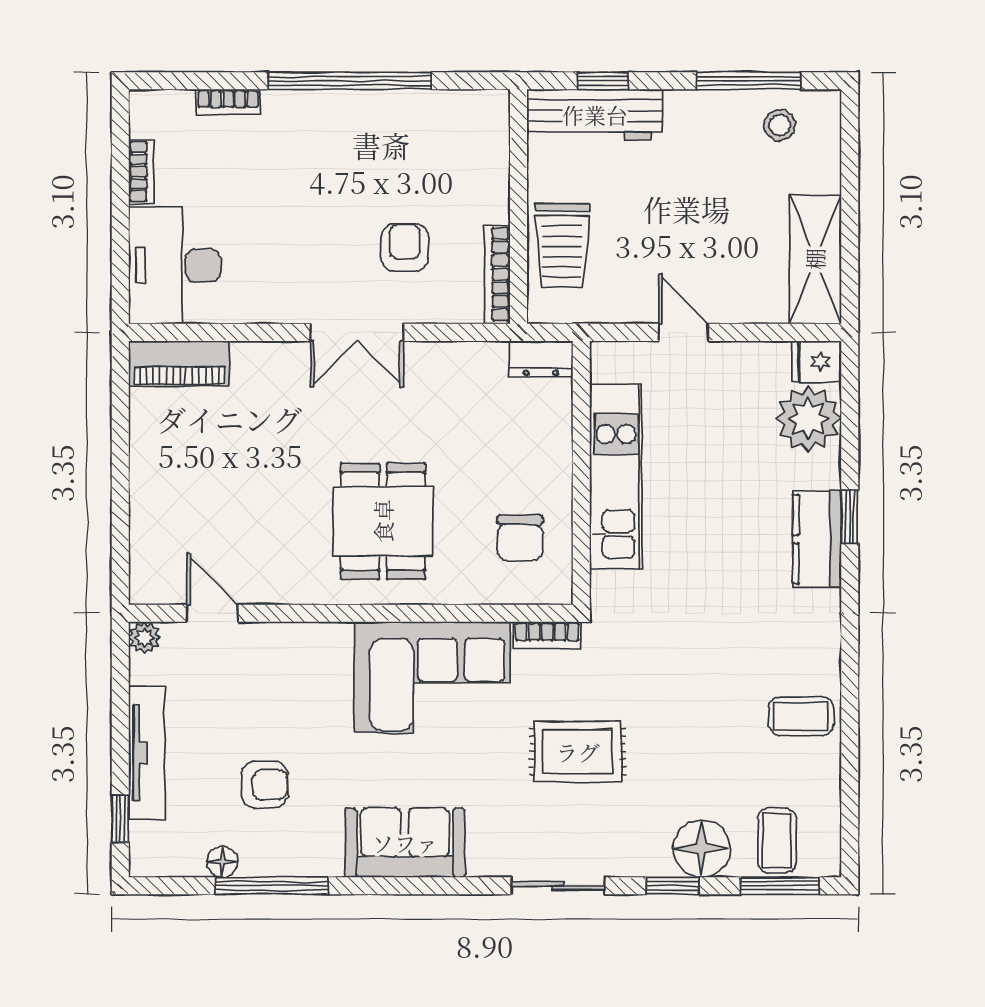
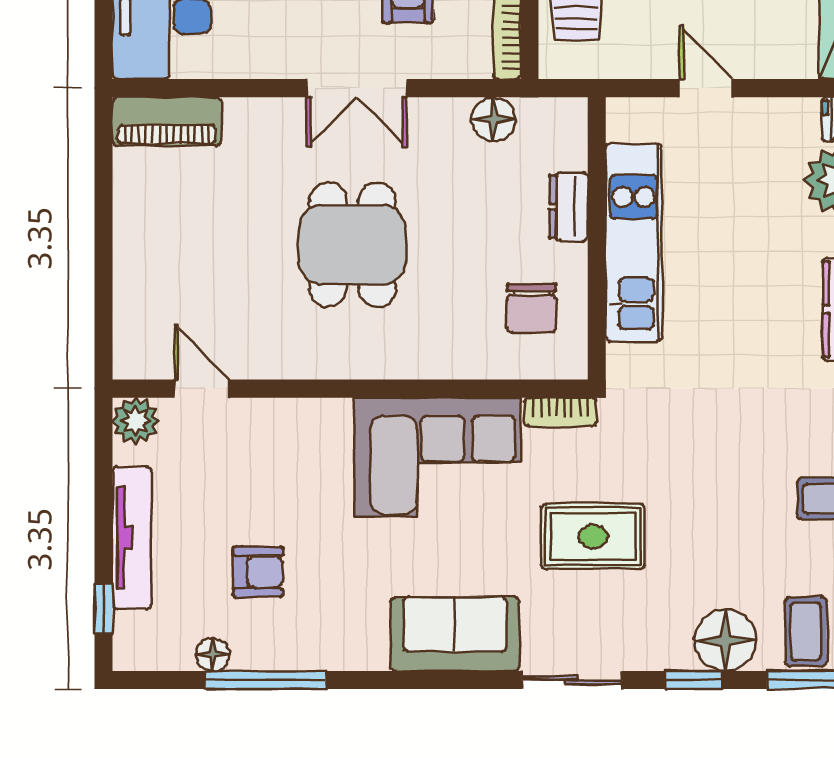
dresser: (541, 359) -> (569, 207), moved, turned 90
floor lamp: (485, 361) -> (494, 119), added
dining table: (383, 521) -> (352, 245), moved
plant: (144, 637) -> (136, 421), width x1.38, depth x1.38
sofa: (405, 843) -> (455, 634), moved

